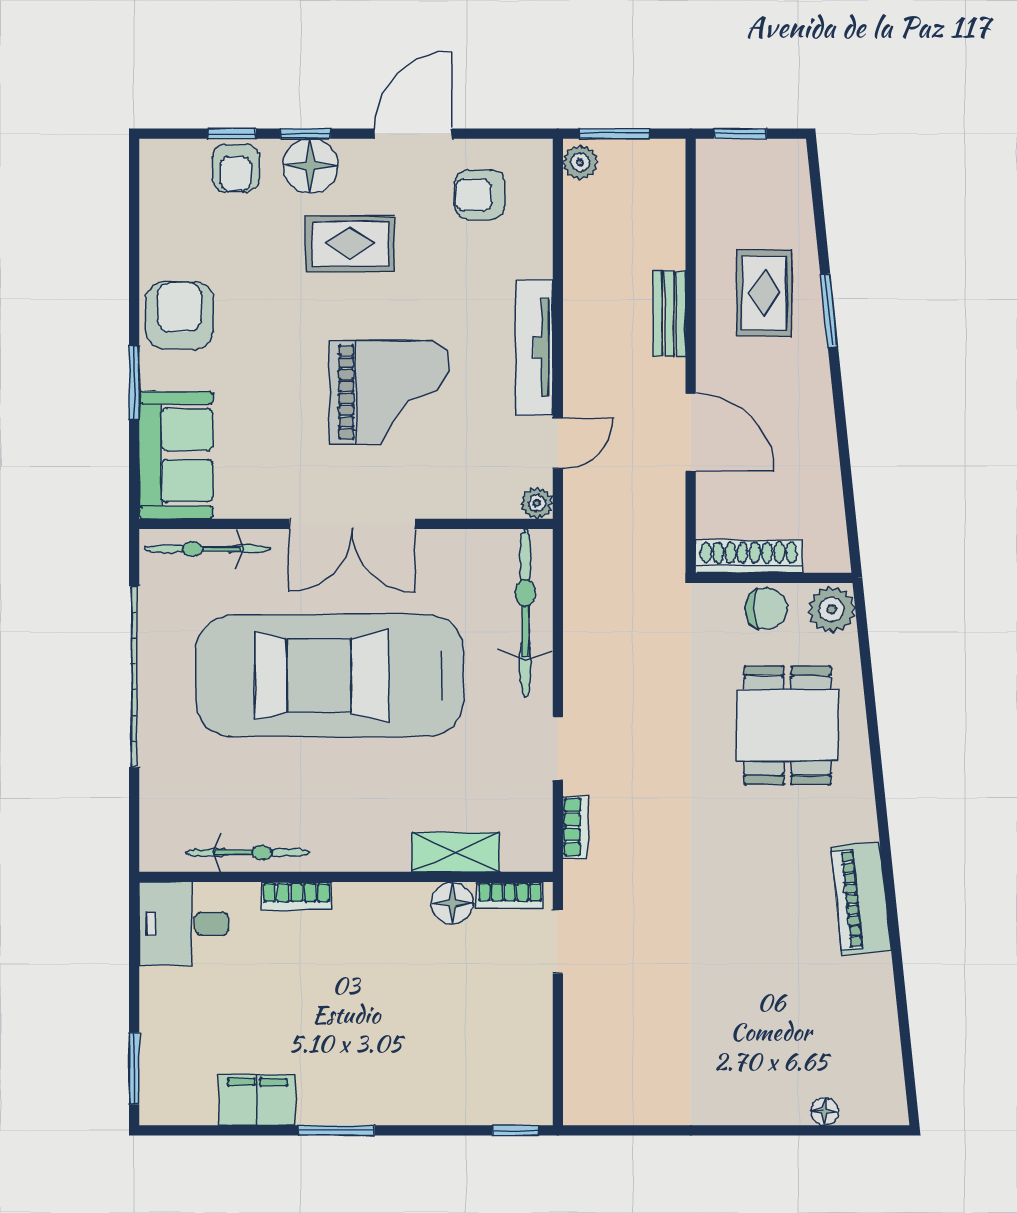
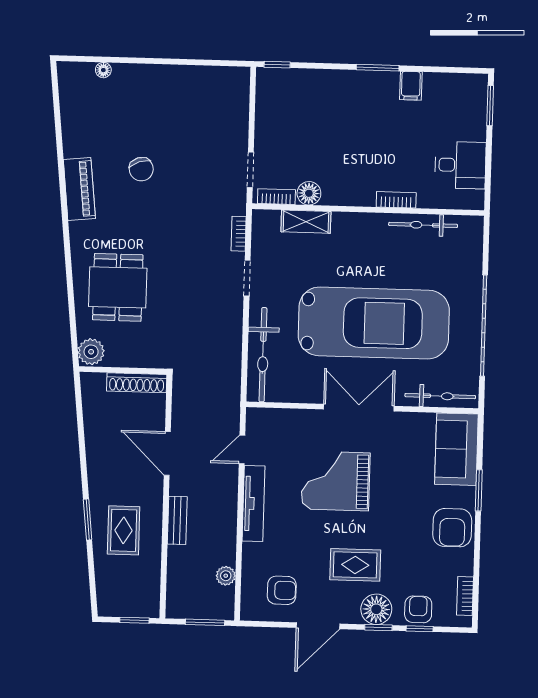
plant: (580, 162) -> (226, 576), moved
bookcase: (153, 194) -> (465, 596), added
plant: (537, 503) -> (255, 416), removed
chair: (766, 609) -> (141, 169), moved, turned -109
desk: (184, 924) -> (460, 165), moved
filing cabinet: (257, 1100) -> (411, 86), width x0.50

